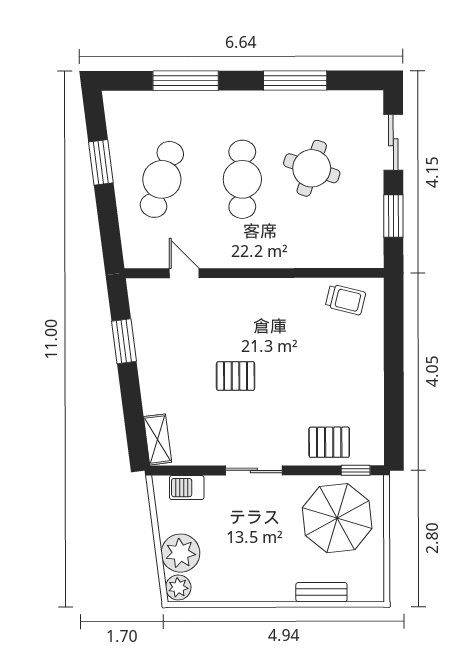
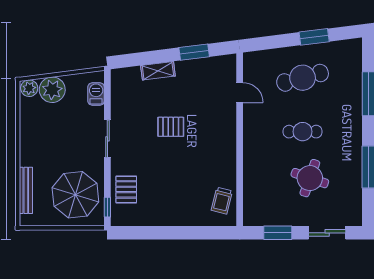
cafe table: (162, 179) -> (303, 78), turned -33
cafe table: (242, 179) -> (303, 132), width x0.73, depth x0.74
door: (184, 273) -> (240, 93), hinge flipped
pallet: (236, 376) -> (171, 127), turned 90
shelving: (158, 439) -> (158, 71), moved
bench: (321, 592) -> (26, 190), width x1.36

